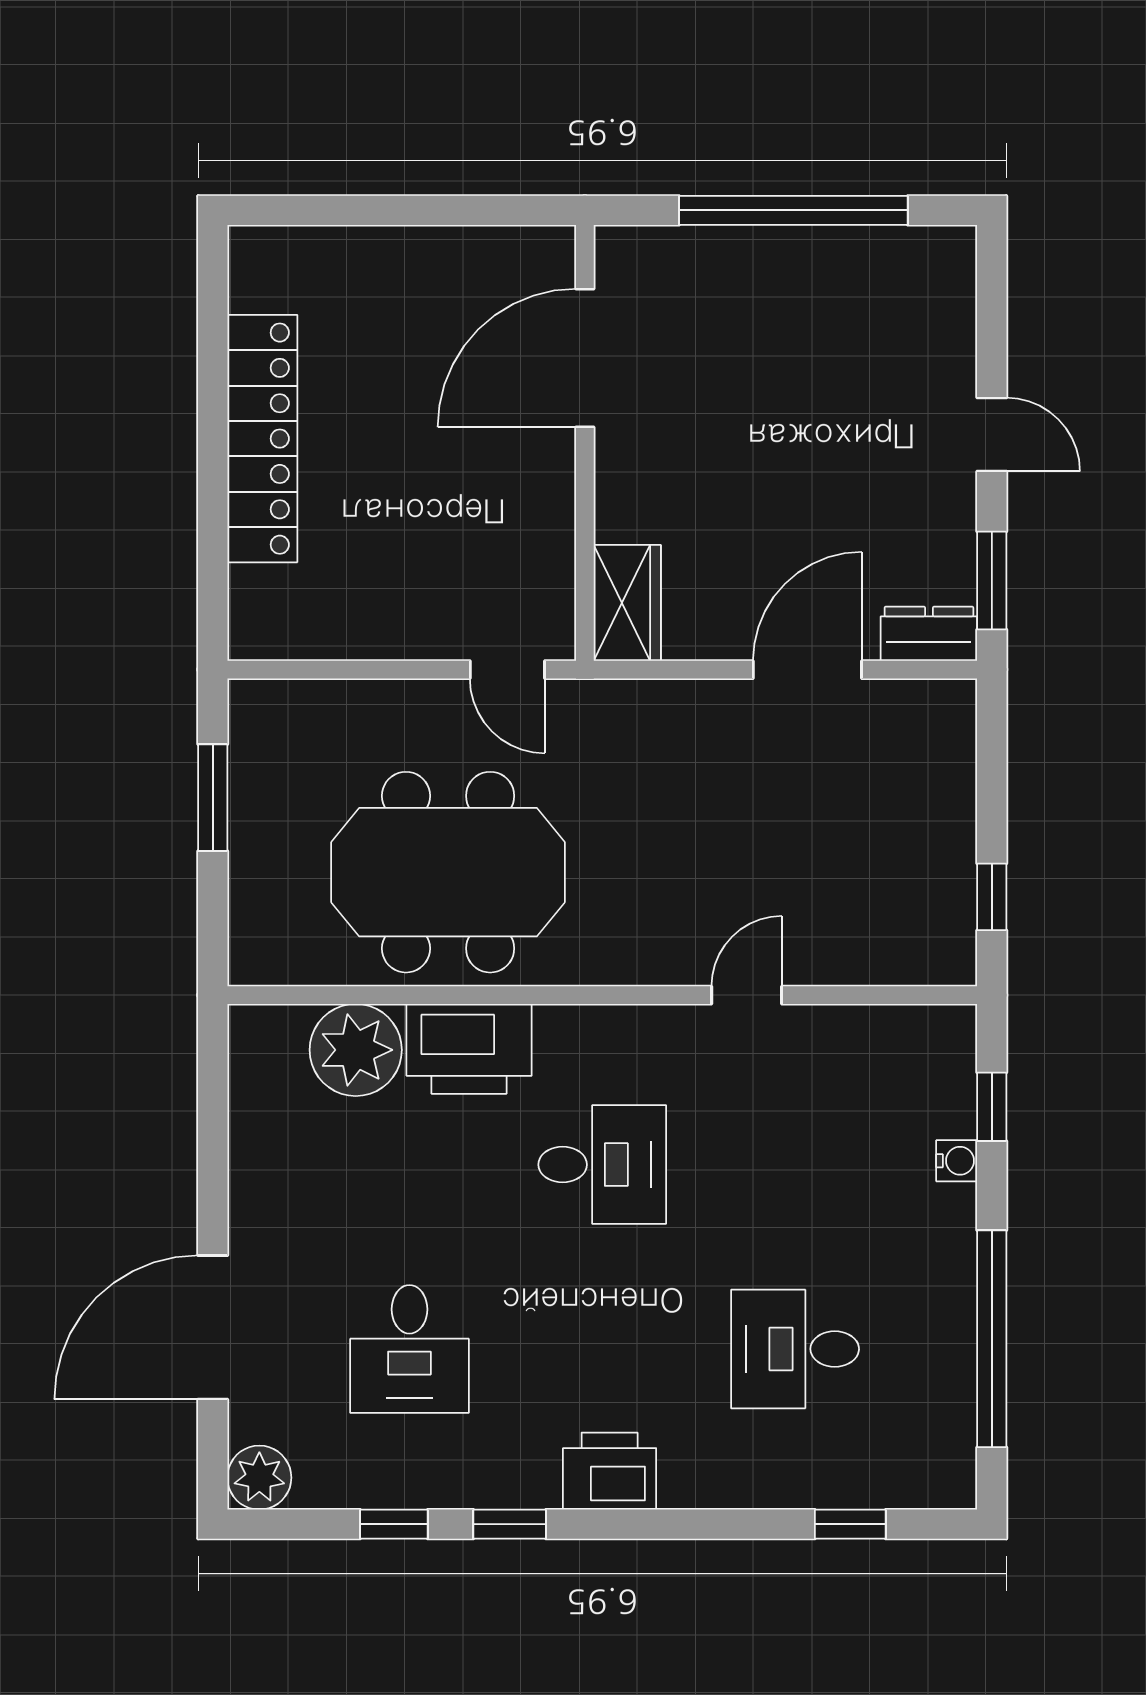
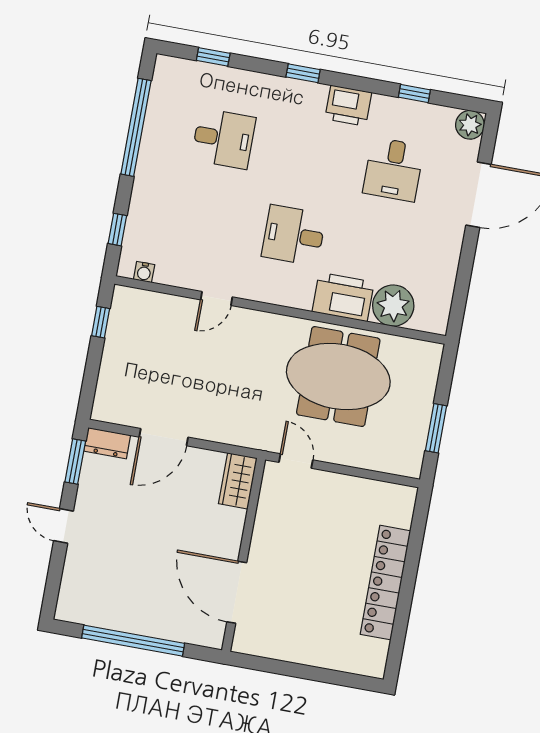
door: (585, 358) -> (237, 592), swing flipped
water cooler: (957, 1161) -> (144, 272), moved, turned -90
desk: (409, 1349) -> (393, 169), turned 180
printer: (610, 1471) -> (348, 106), moved
window: (510, 1524) -> (303, 73), moved

